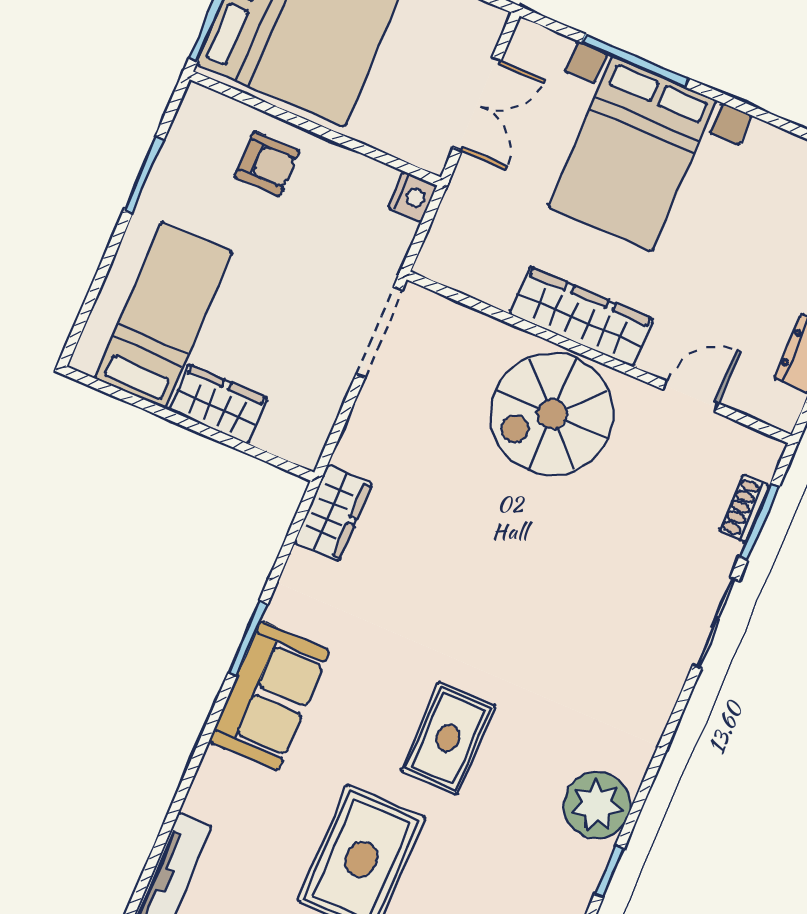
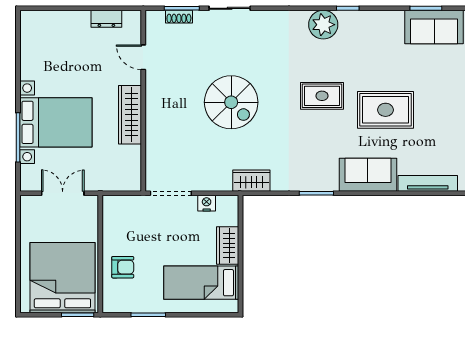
armchair: (267, 164) -> (123, 267), turned 90
nightstand: (413, 197) -> (207, 203), moved
spiral stairs: (552, 414) -> (231, 102), moved
sofa: (269, 696) -> (368, 175), moved

